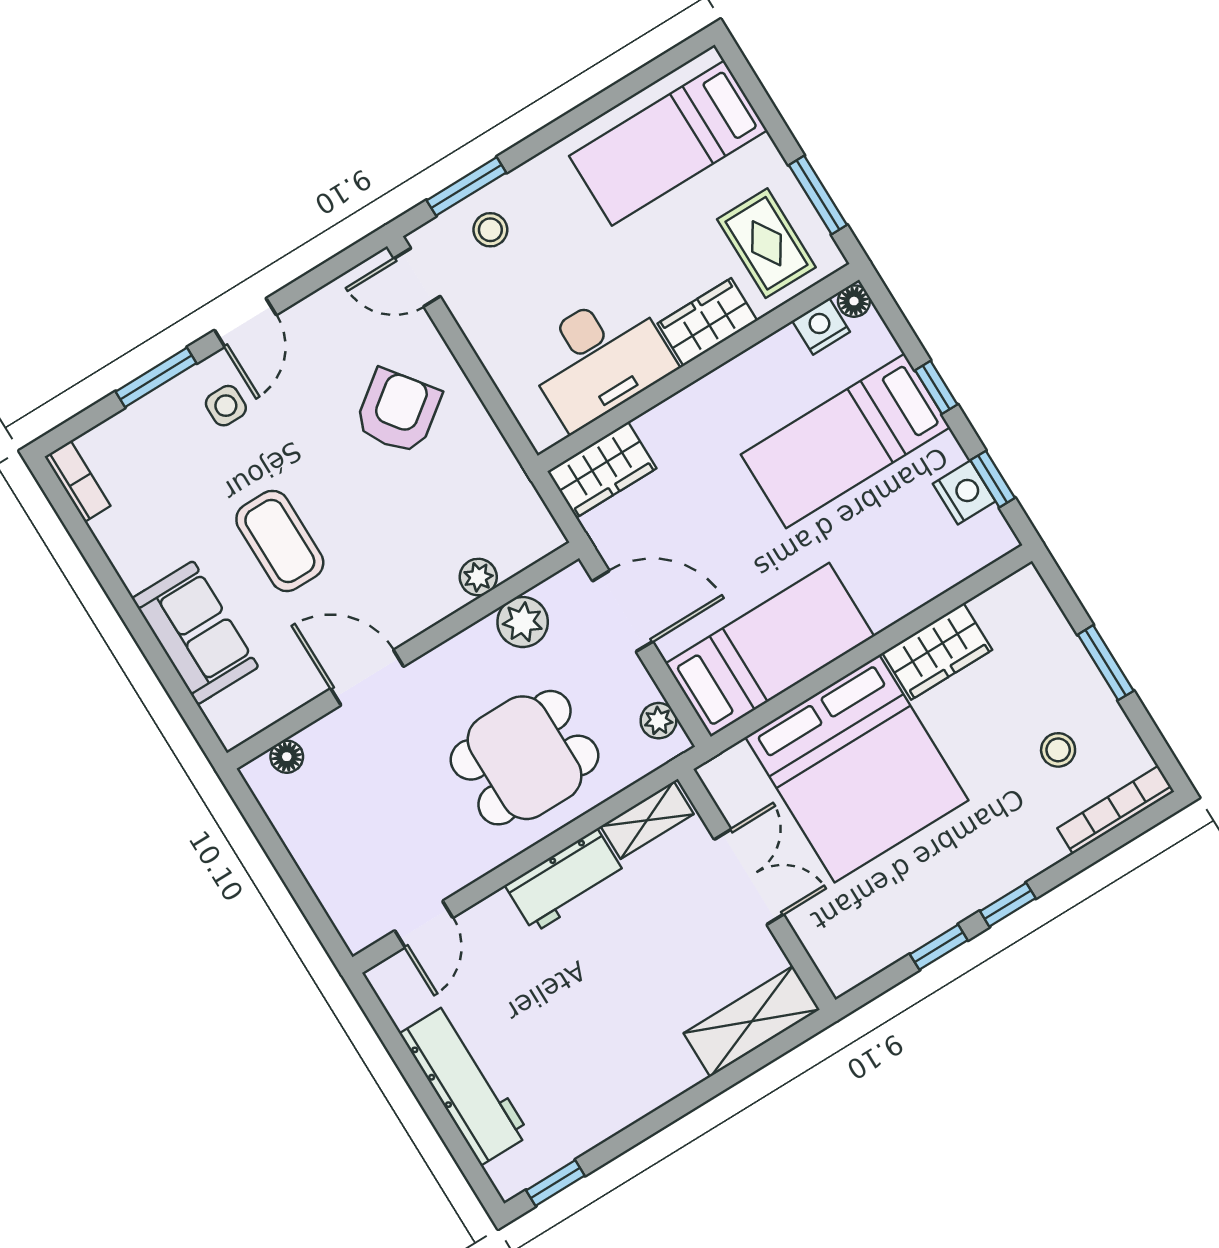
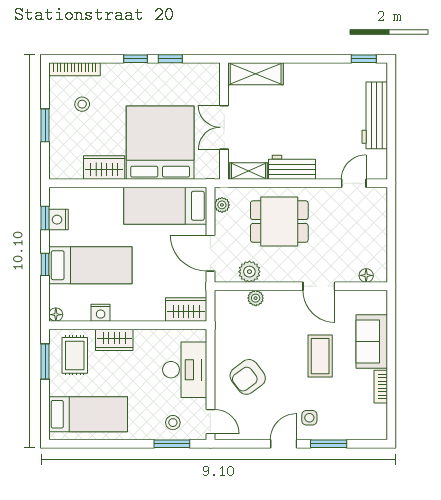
nightstand: (821, 326) -> (101, 313), moved
desk: (599, 359) -> (185, 370), moved, turned 90
bookcase: (78, 481) -> (381, 387), moved

